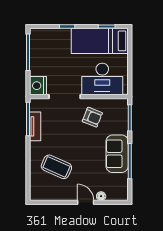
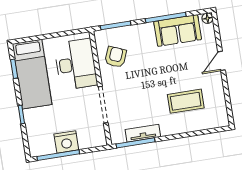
nightstand: (38, 86) -> (66, 142), moved
armchair: (92, 117) -> (116, 57), moved
sofa: (117, 154) -> (178, 31), moved
coffee table: (56, 167) -> (186, 101), turned 66
floor lamp: (101, 196) -> (207, 18), moved

